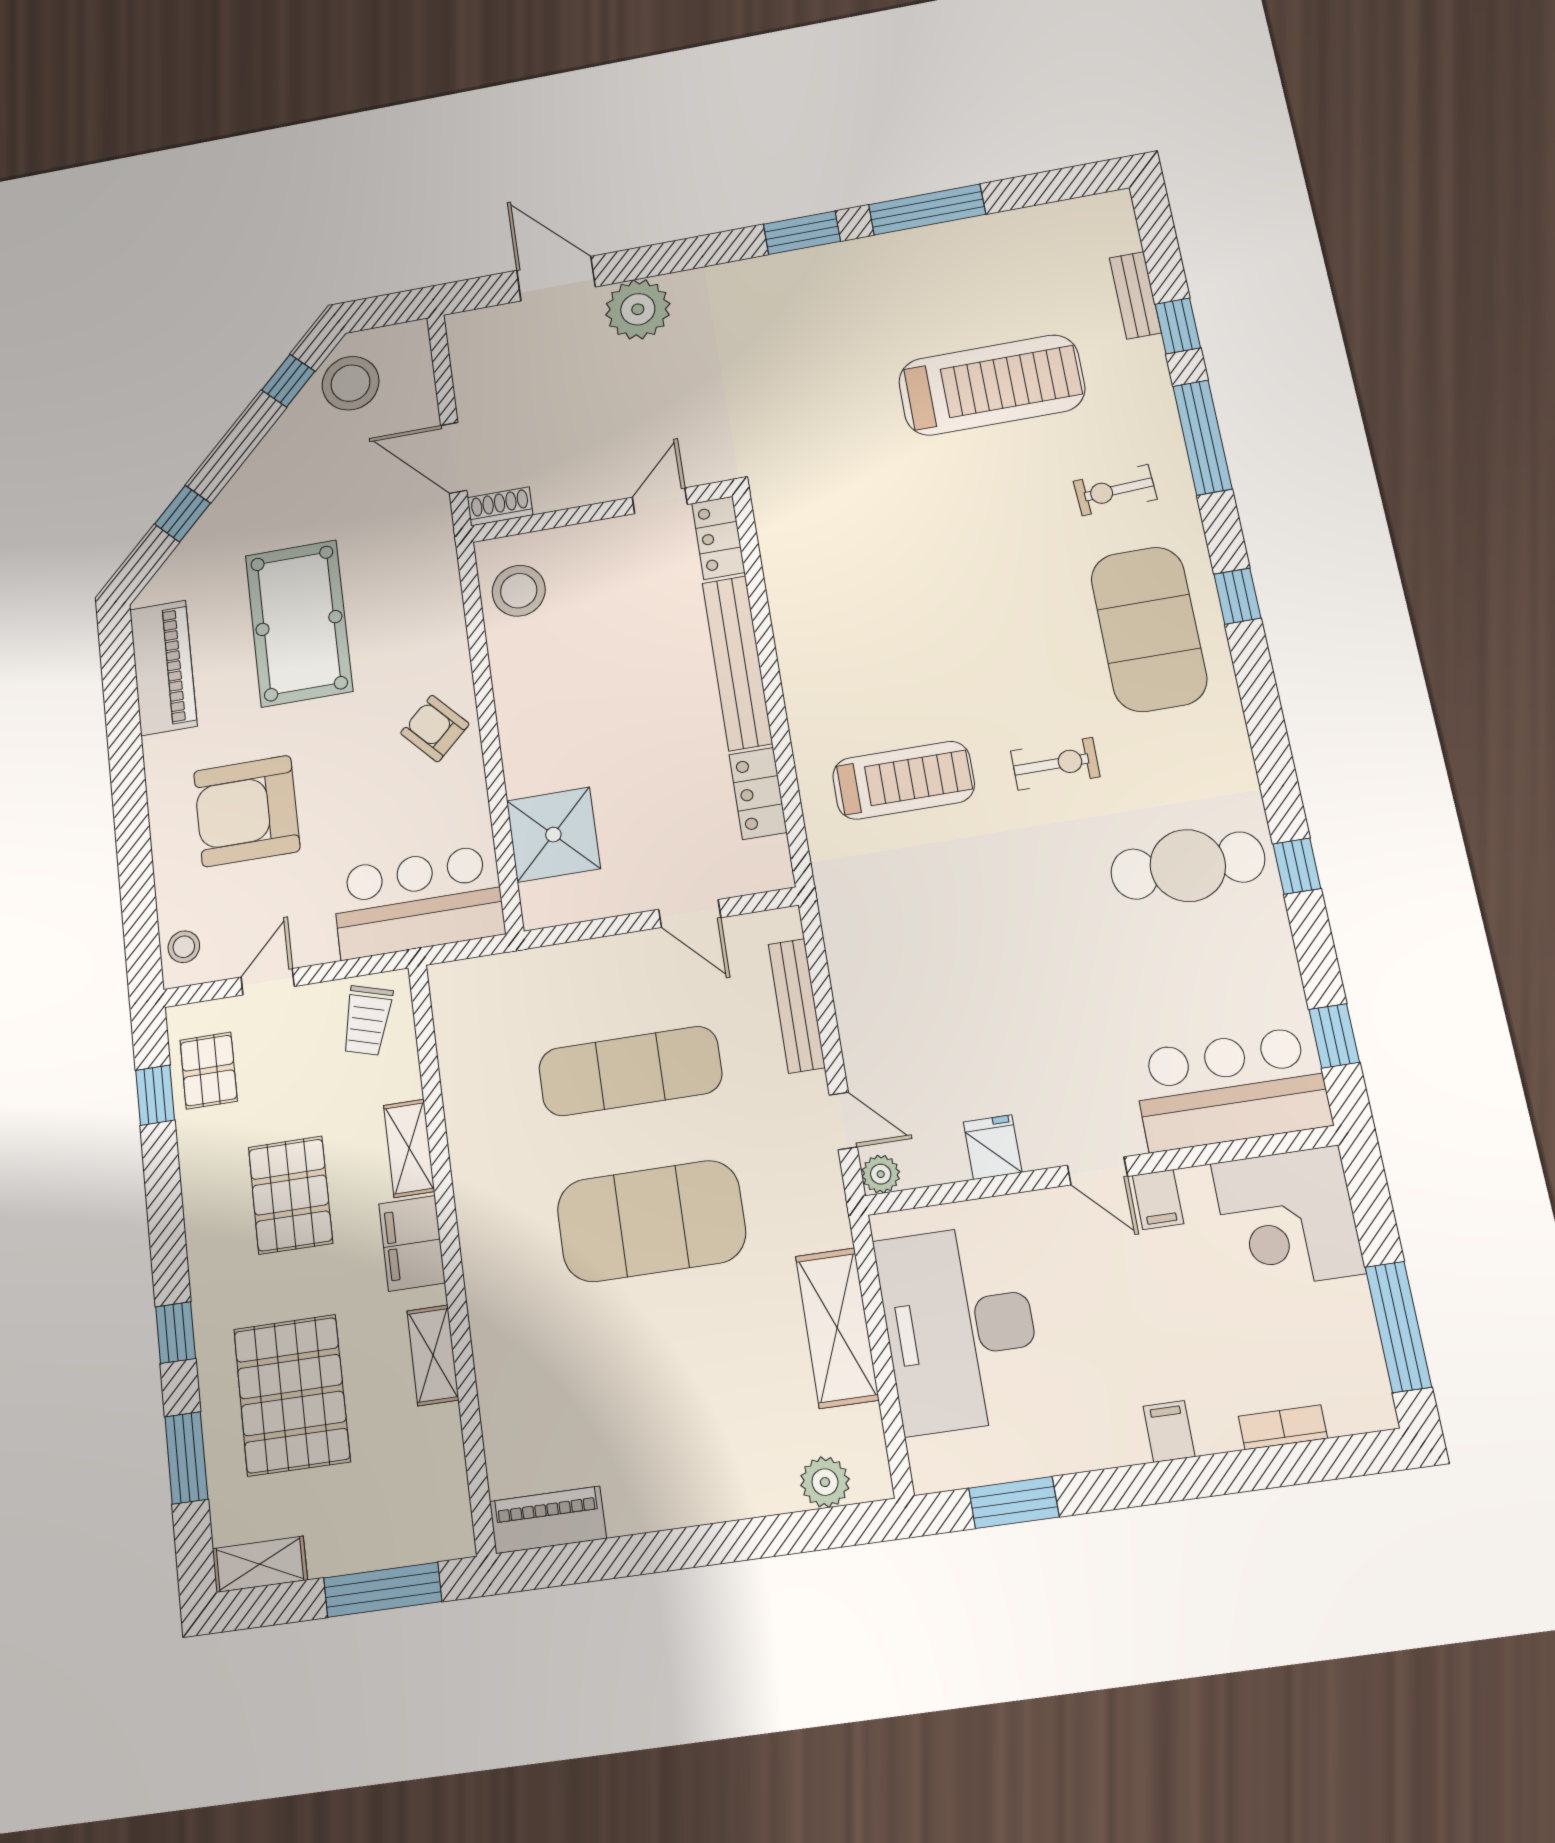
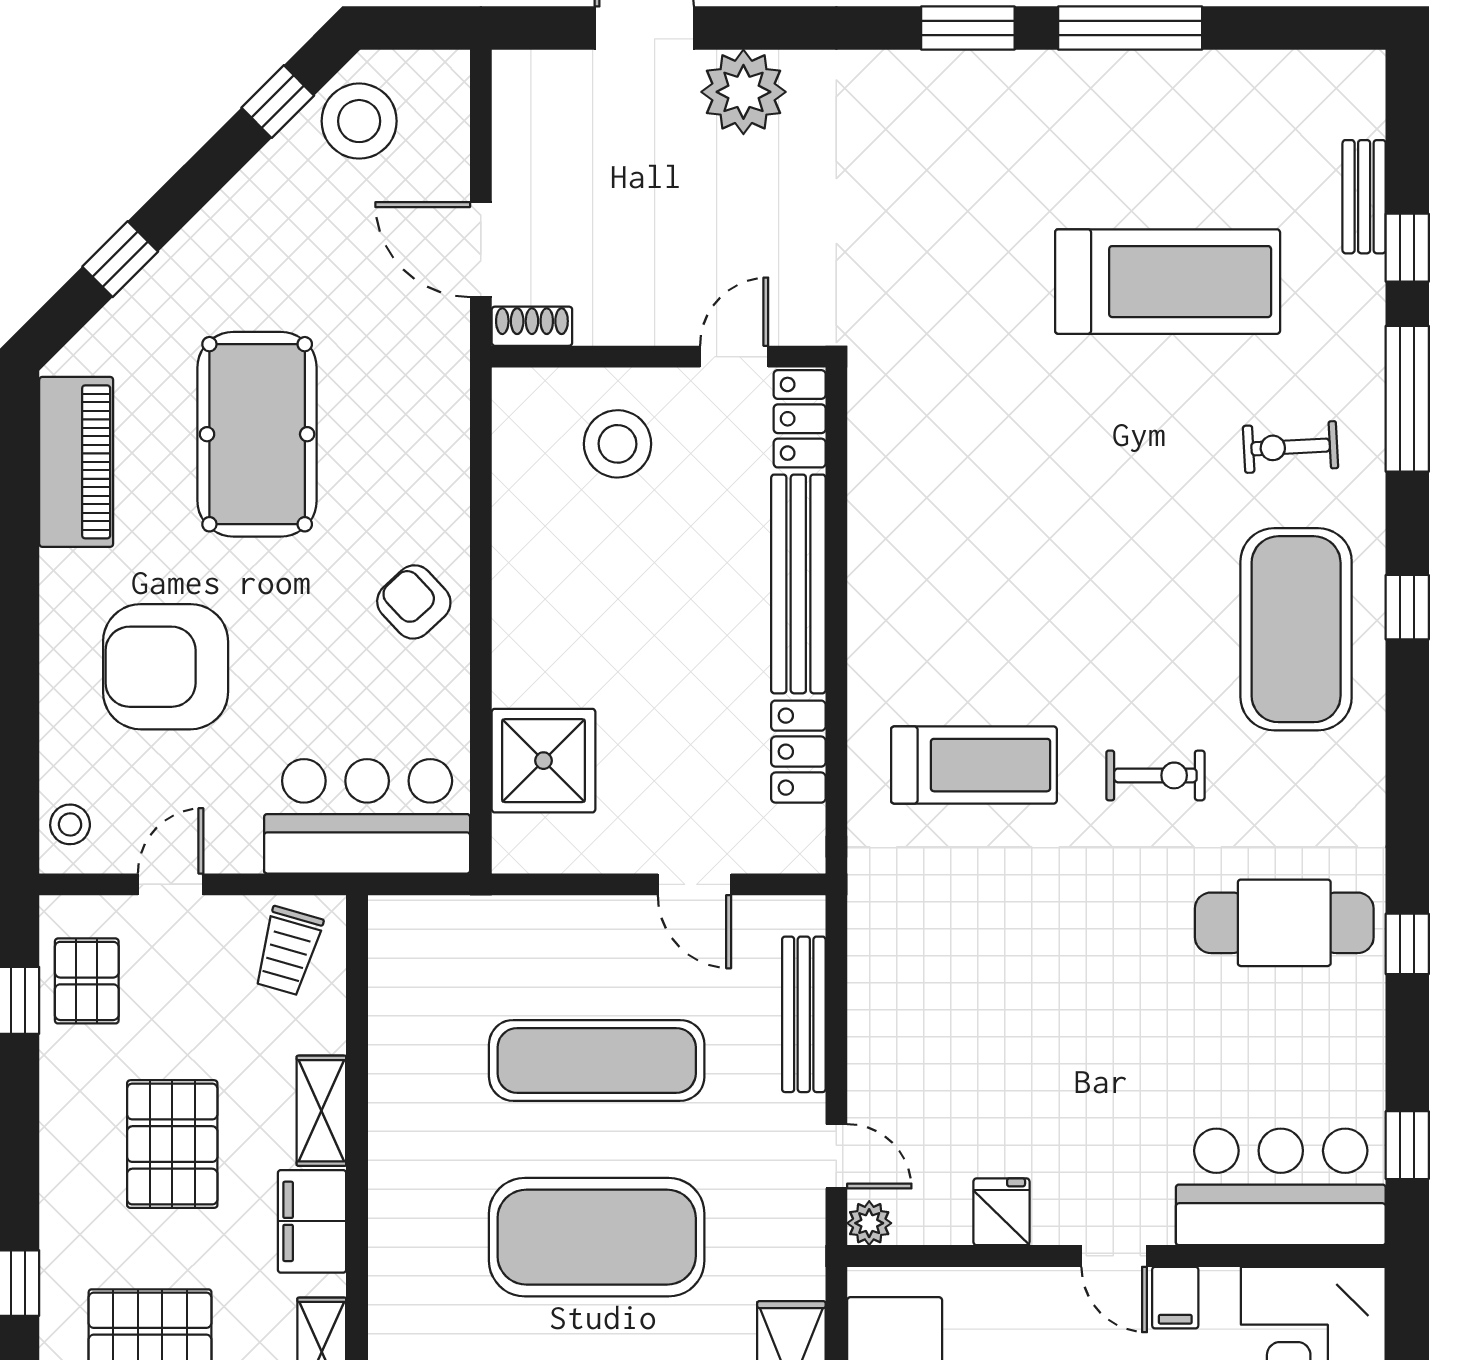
stool: (519, 591) -> (618, 444), moved

